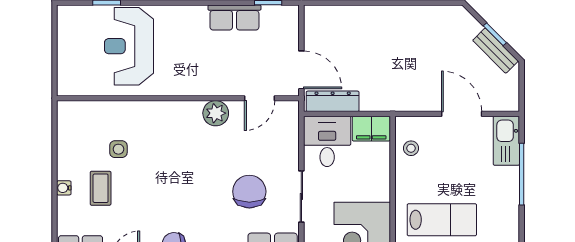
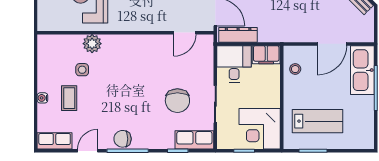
plant: (216, 113) -> (92, 44), moved
door: (462, 114) -> (332, 44), swing flipped
kitchen sink: (506, 141) -> (362, 70), width x1.36, depth x1.24
chair: (249, 192) -> (177, 101), turned 180

